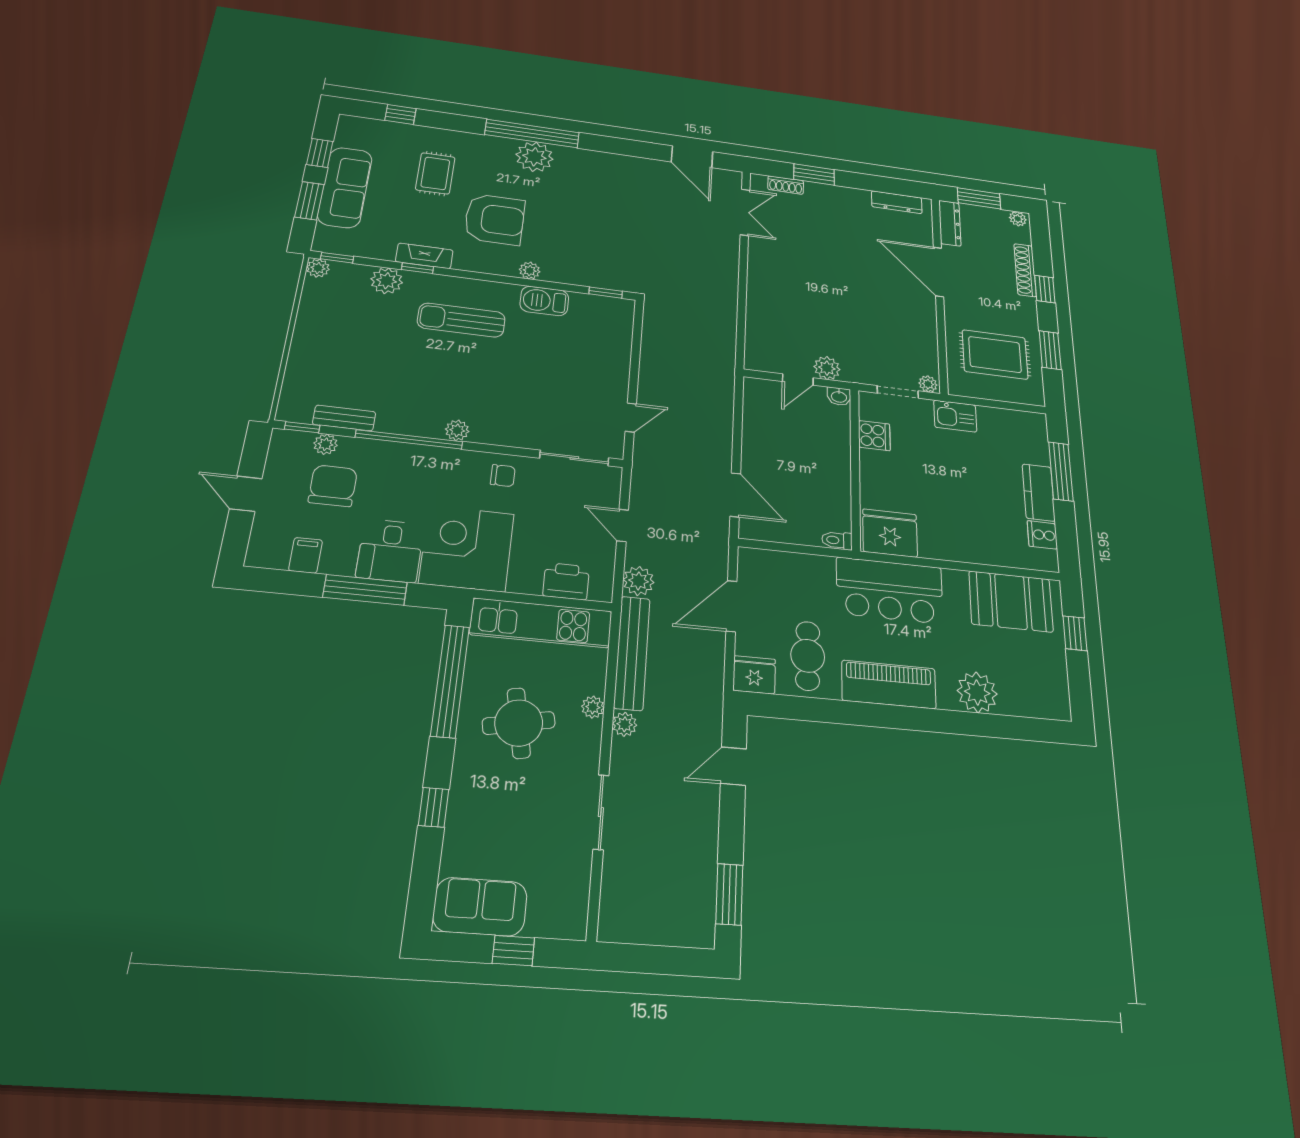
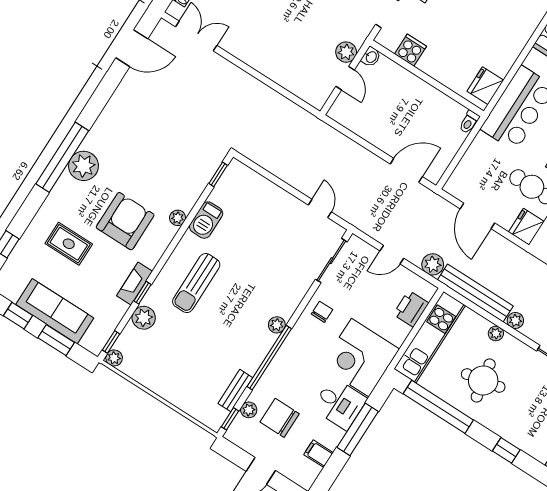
fridge: (890, 533) -> (485, 86), width x0.73, depth x0.75

